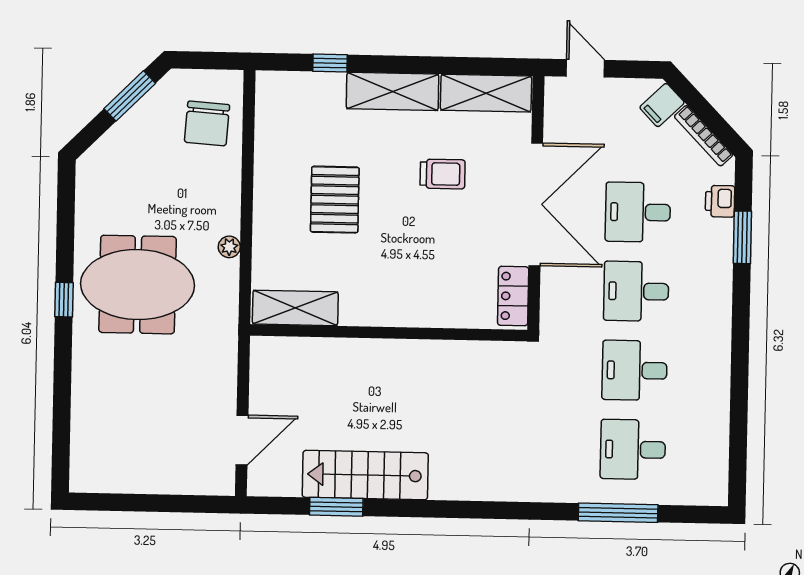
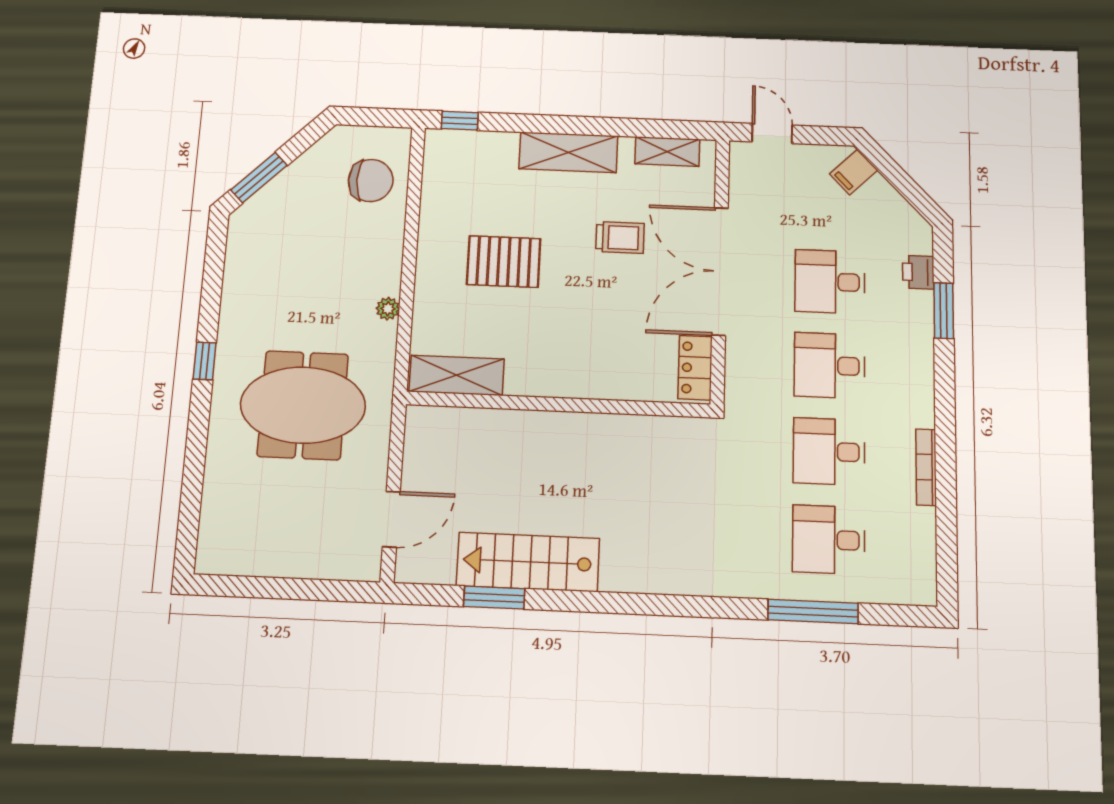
window: (330, 63) -> (460, 121), moved
shelving: (486, 93) -> (667, 152), width x0.67, depth x0.75
window: (130, 96) -> (259, 178), moved
chair: (207, 123) -> (371, 181), turned -94
bookcase: (703, 136) -> (926, 467), moved, turned 44
pallet: (335, 200) -> (504, 262), turned 90
double door: (536, 204) -> (720, 271), swing flipped
meeting table: (138, 285) -> (303, 405), moved

